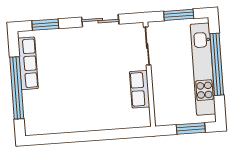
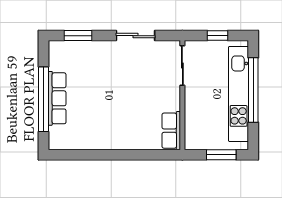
window: (179, 15) -> (218, 36), width x0.67
row of seats: (28, 63) -> (57, 98), moved
row of seats: (140, 89) -> (171, 131), moved

